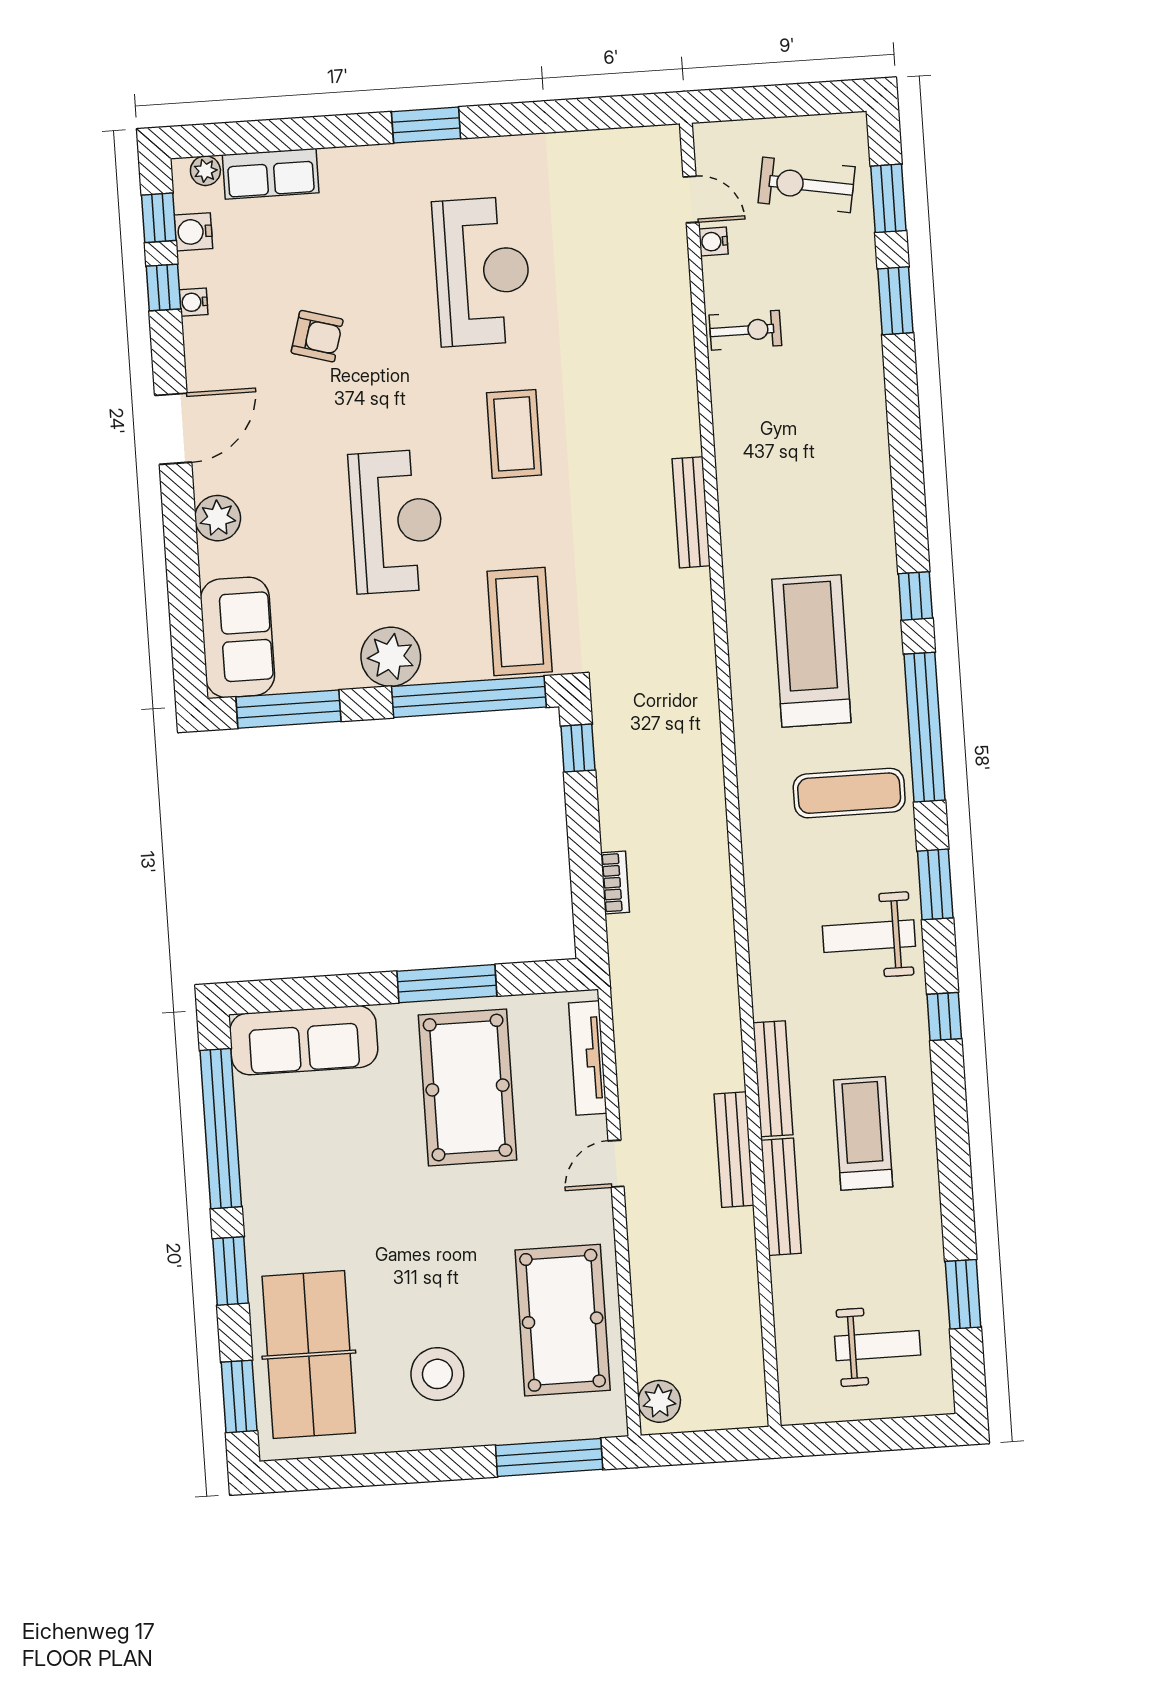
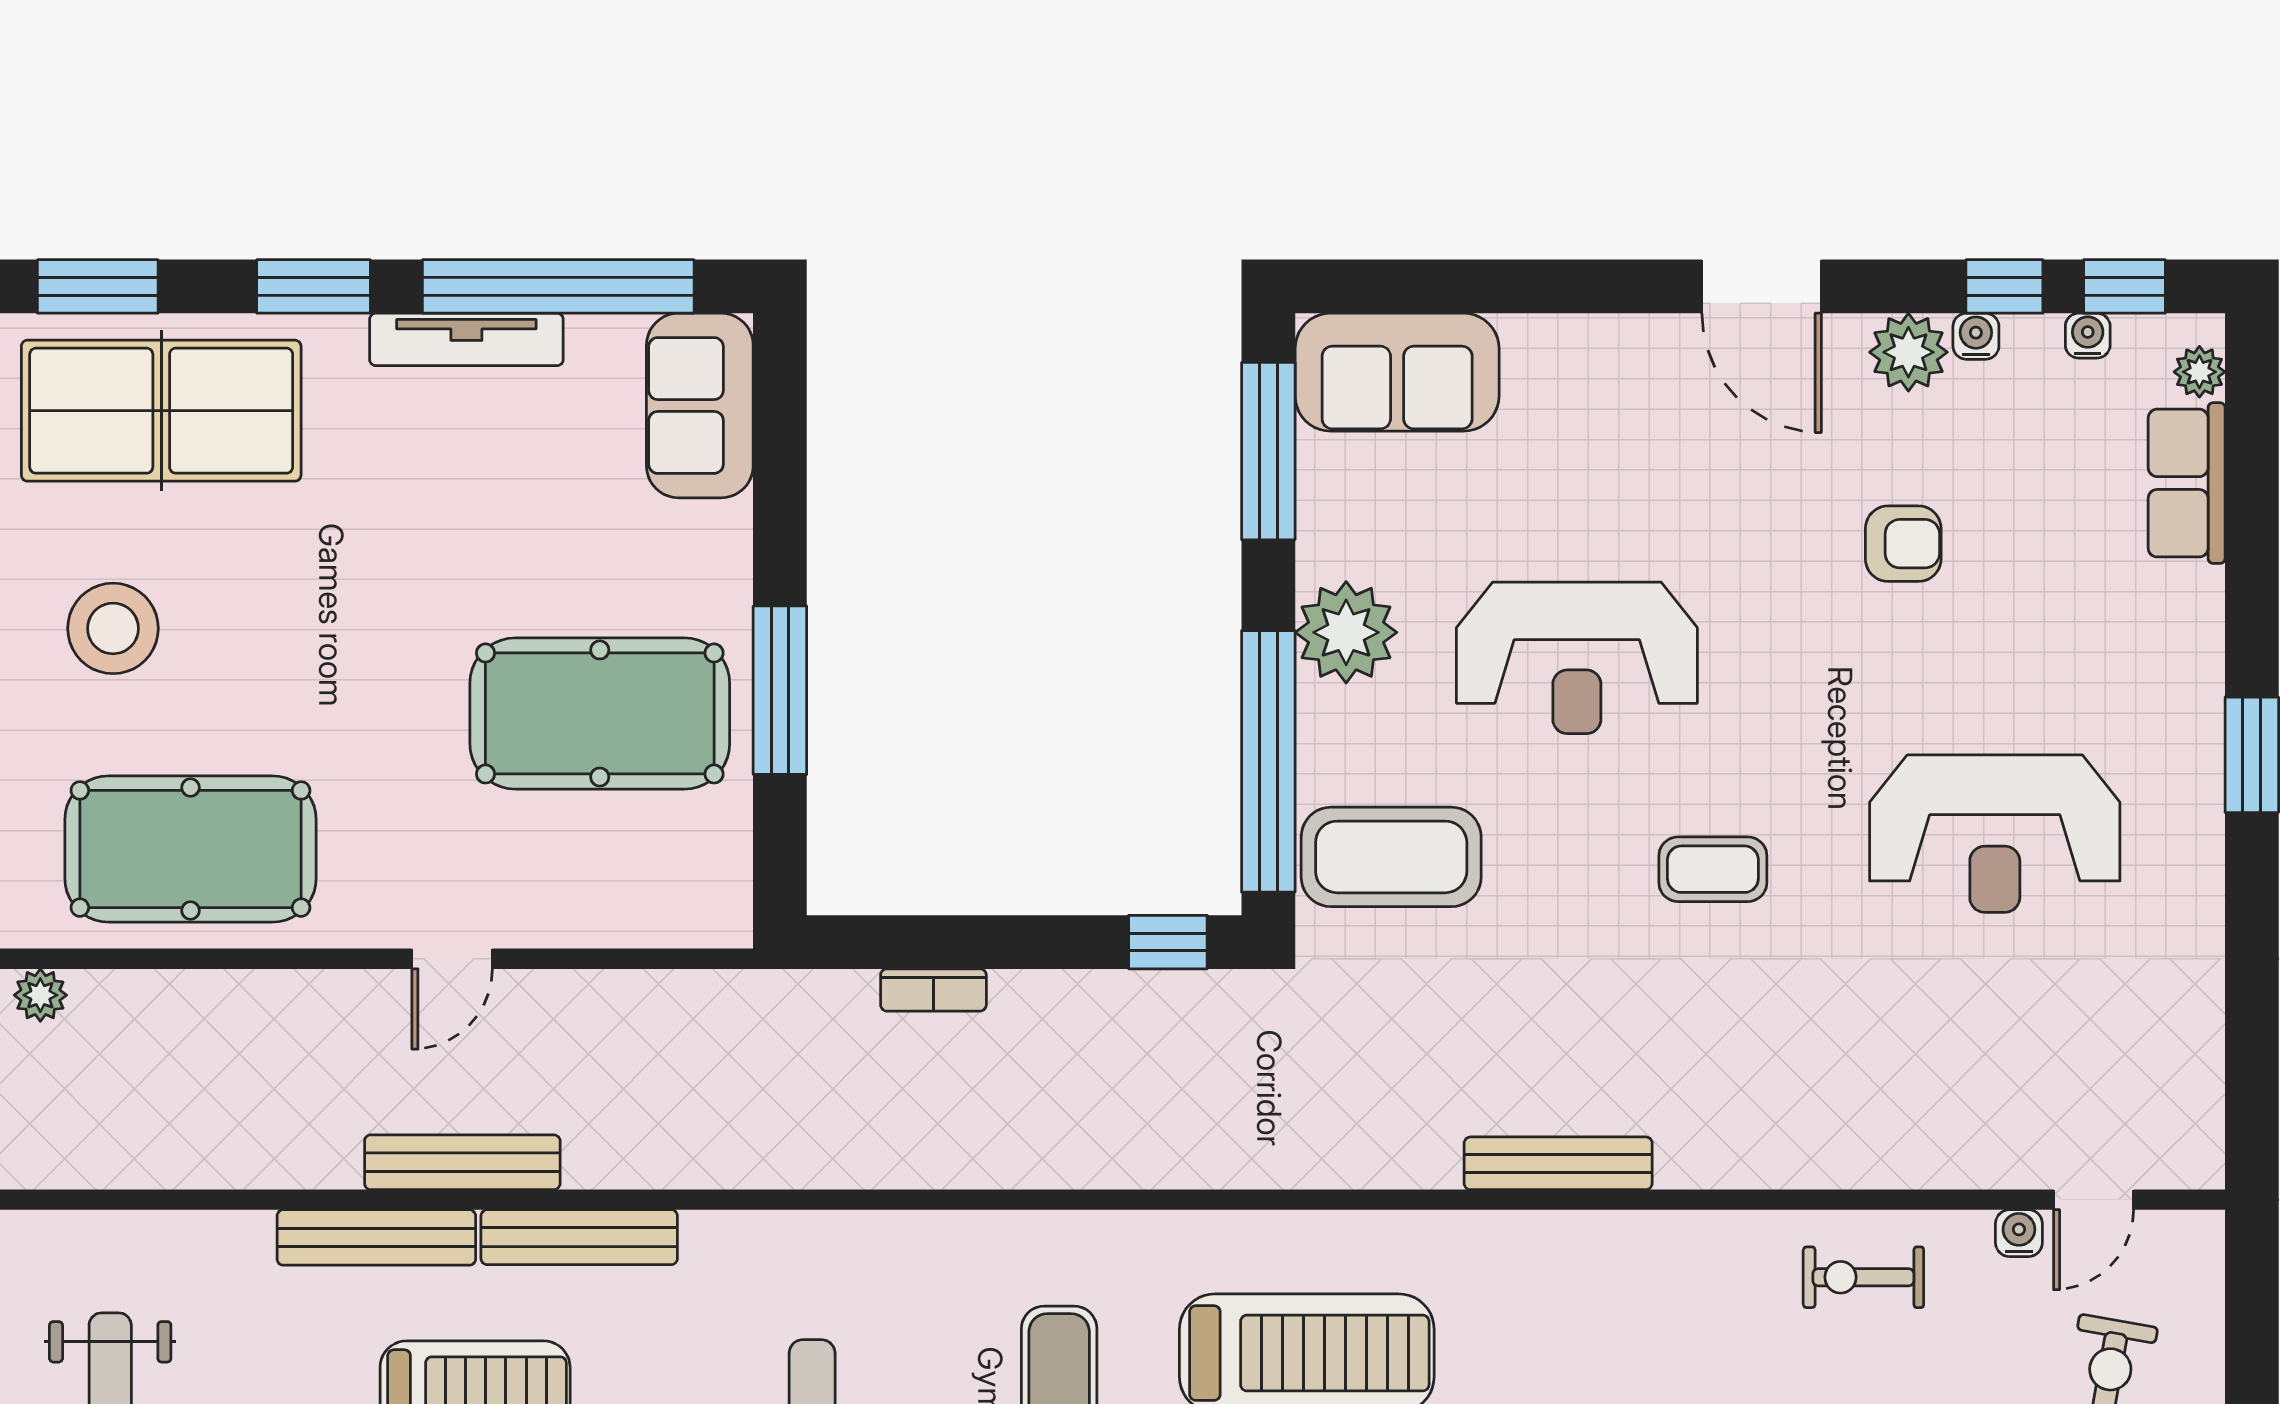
water cooler: (193, 232) -> (2088, 336), width x0.72, depth x0.72
exercise bike: (745, 330) -> (1863, 1277), turned 90
armchair: (317, 336) -> (1903, 544), turned -106
coffee table: (514, 434) -> (1713, 869), width x0.73, depth x0.77
plant: (218, 518) -> (1908, 352), moved
sofa: (304, 1040) -> (700, 405), width x0.73
tv unit: (588, 1058) -> (466, 339), moved, turned 180
door: (616, 1164) -> (452, 959), swing flipped
plant: (659, 1401) -> (40, 995), width x0.73, depth x0.73

